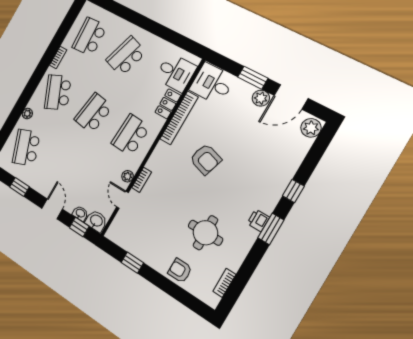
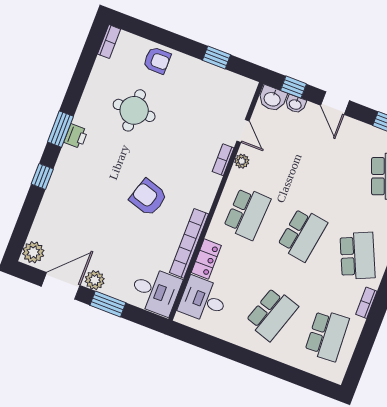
bookcase: (224, 283) -> (109, 42), moved

